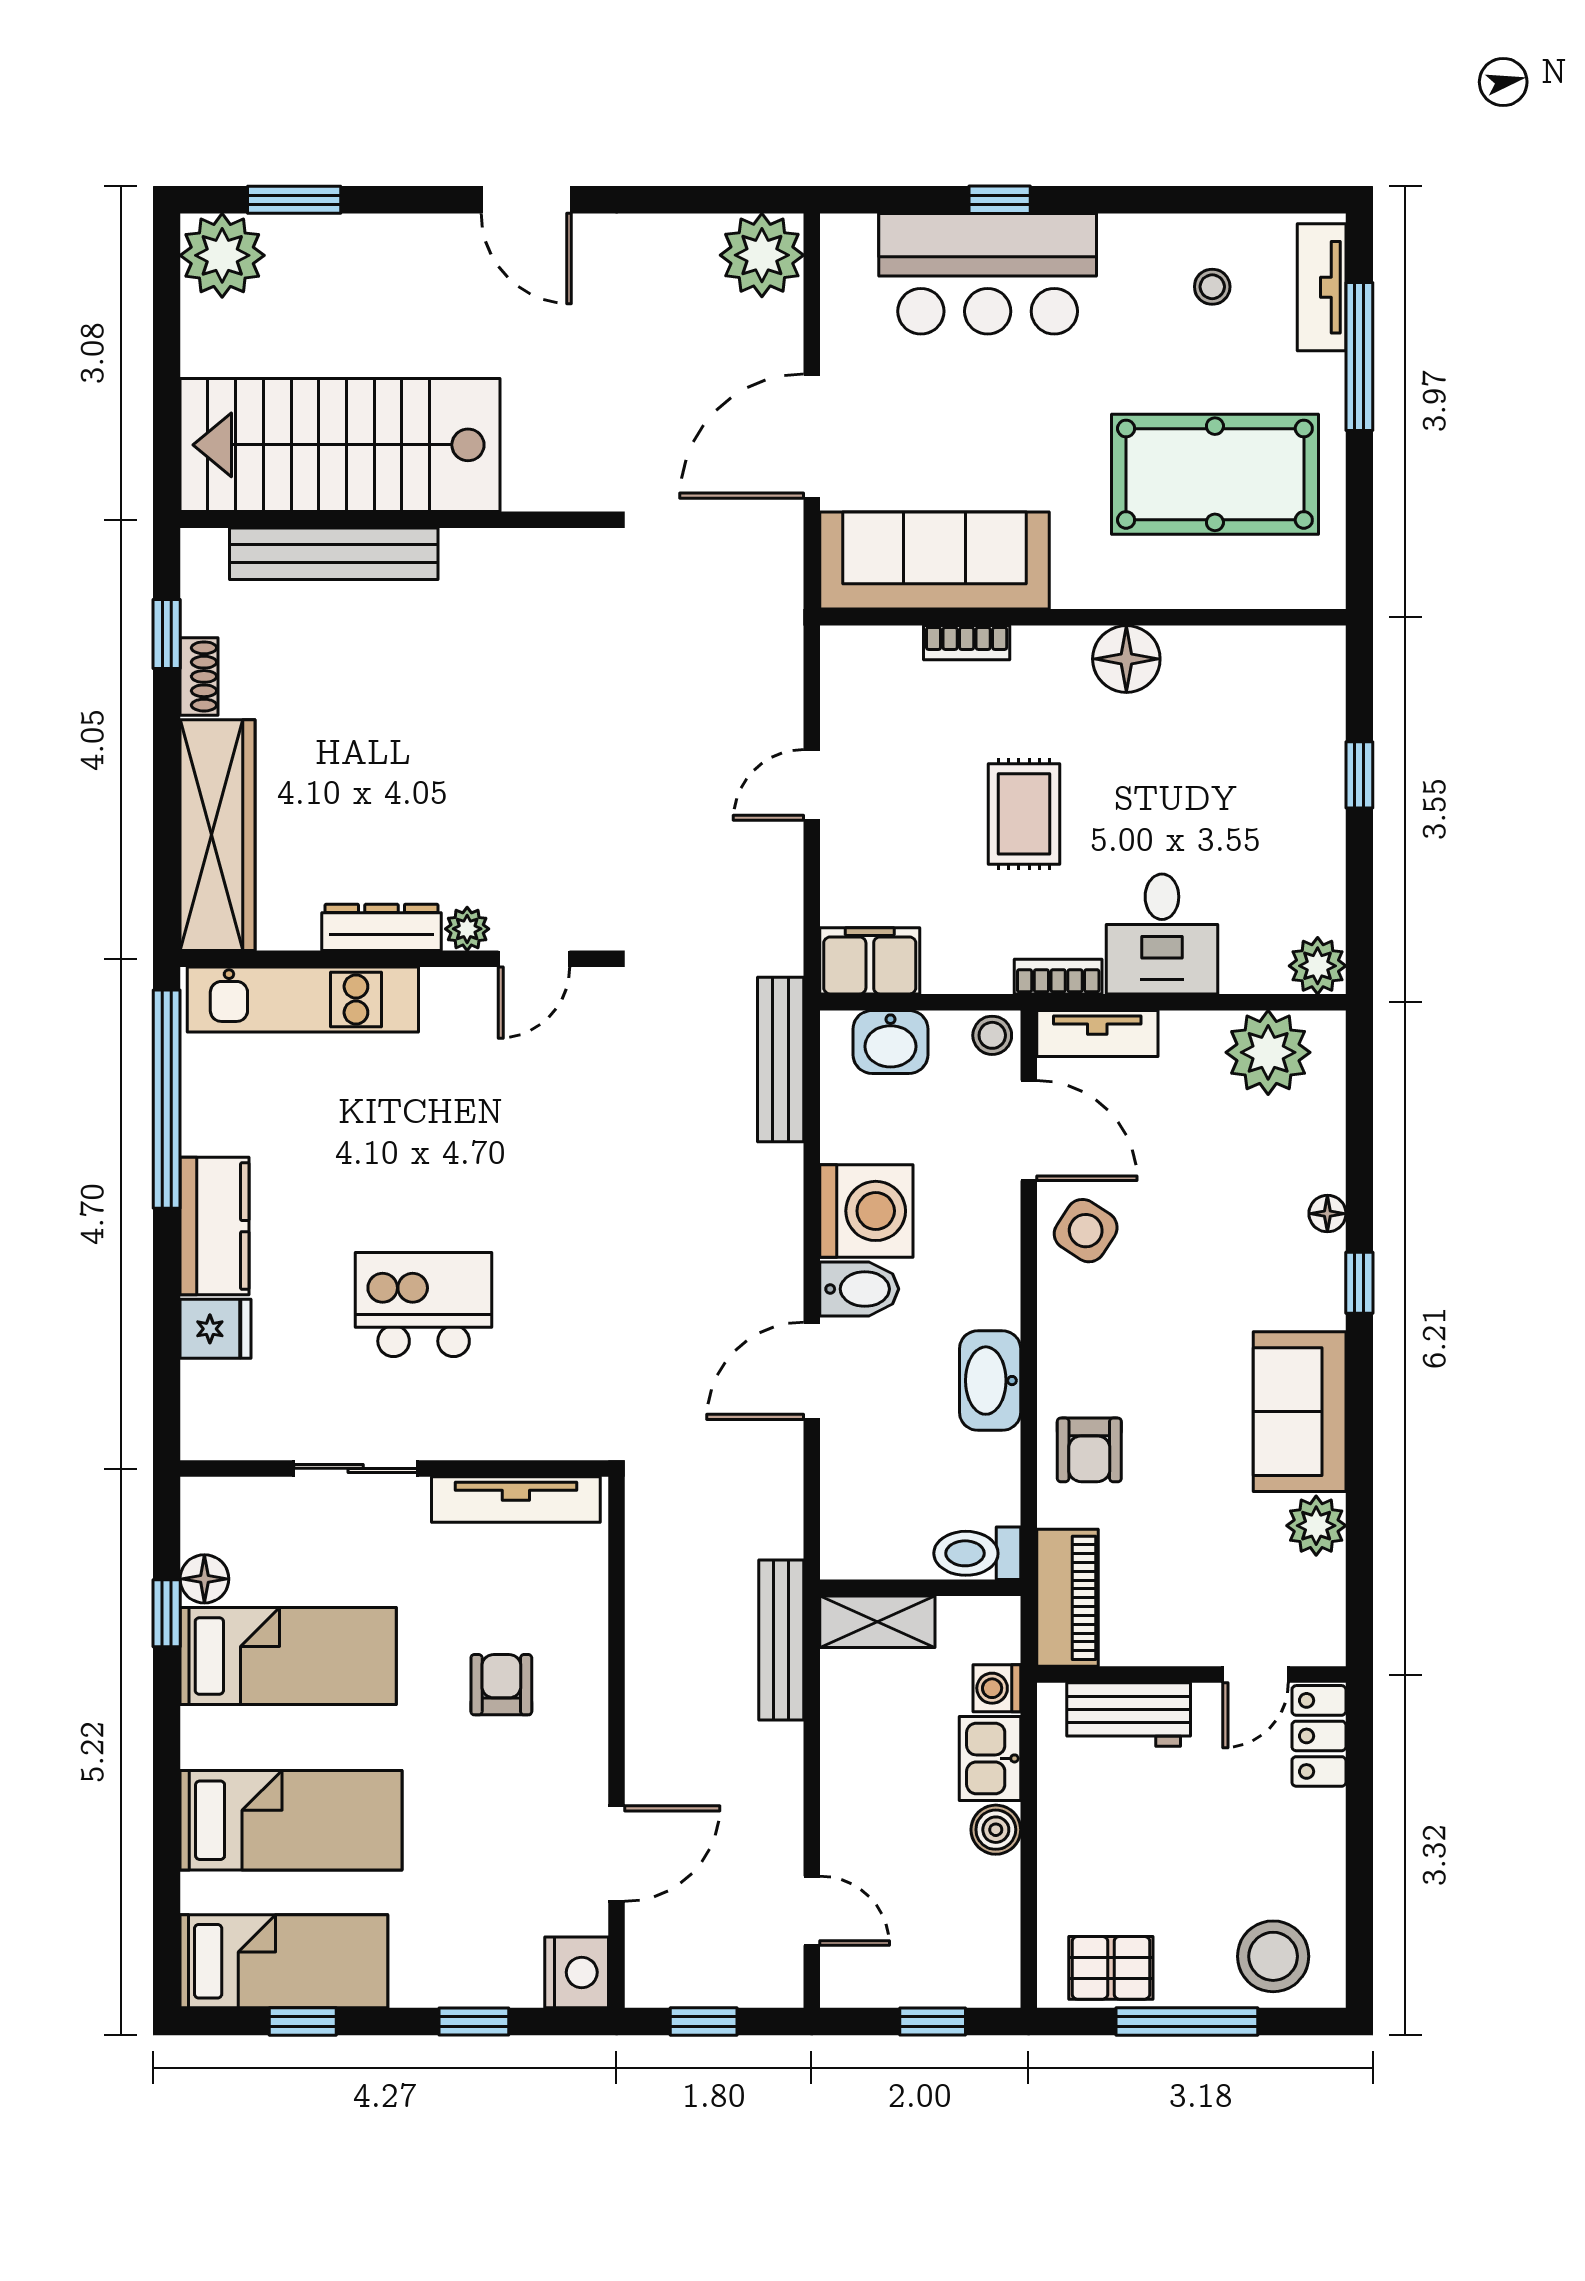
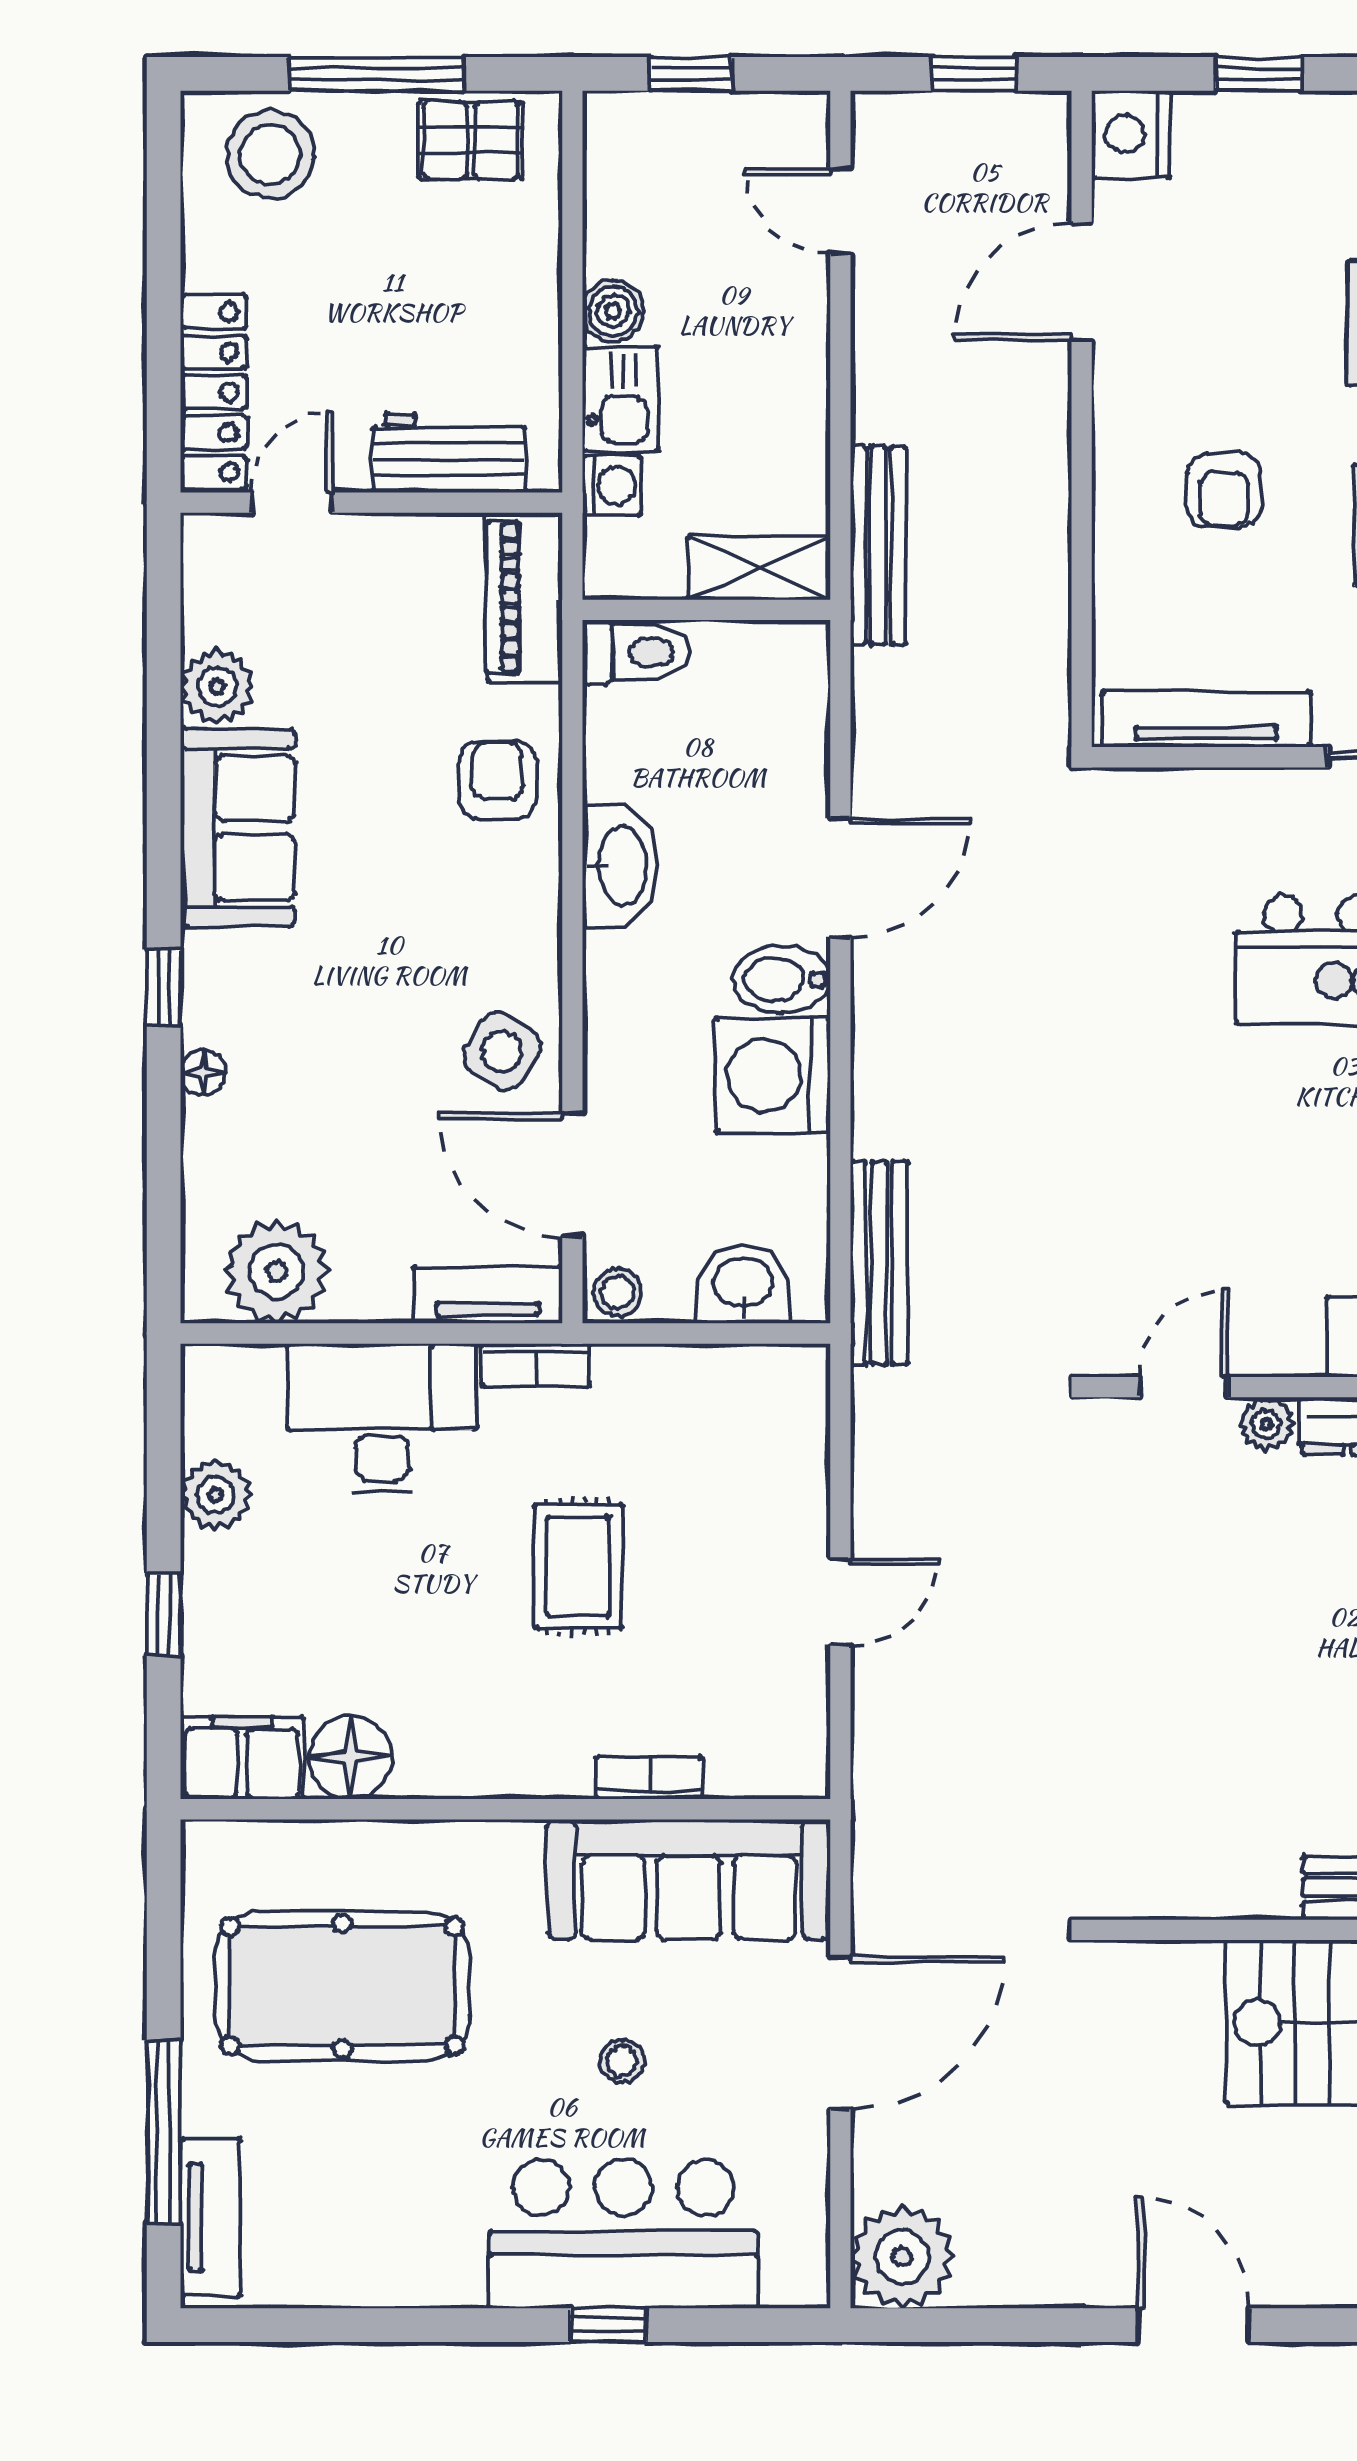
stool: (1212, 287) -> (622, 2061), moved
floor lamp: (1126, 659) -> (351, 1758), moved
desk: (1162, 934) -> (382, 1418), width x1.37
filing cabinet: (870, 961) -> (242, 1758), moved, turned 180
plant: (1318, 966) -> (215, 1495), moved
locker: (1319, 1736) -> (214, 392), width x1.53

